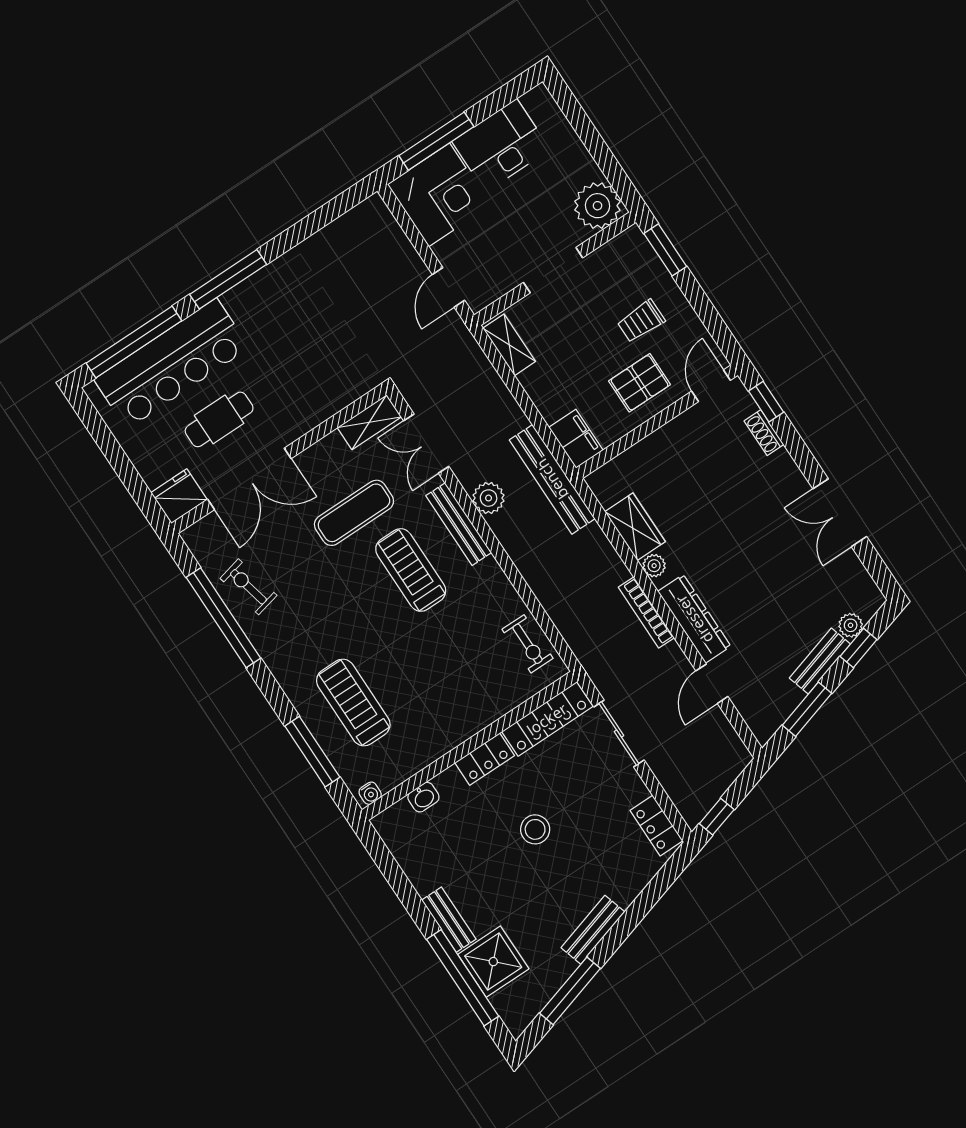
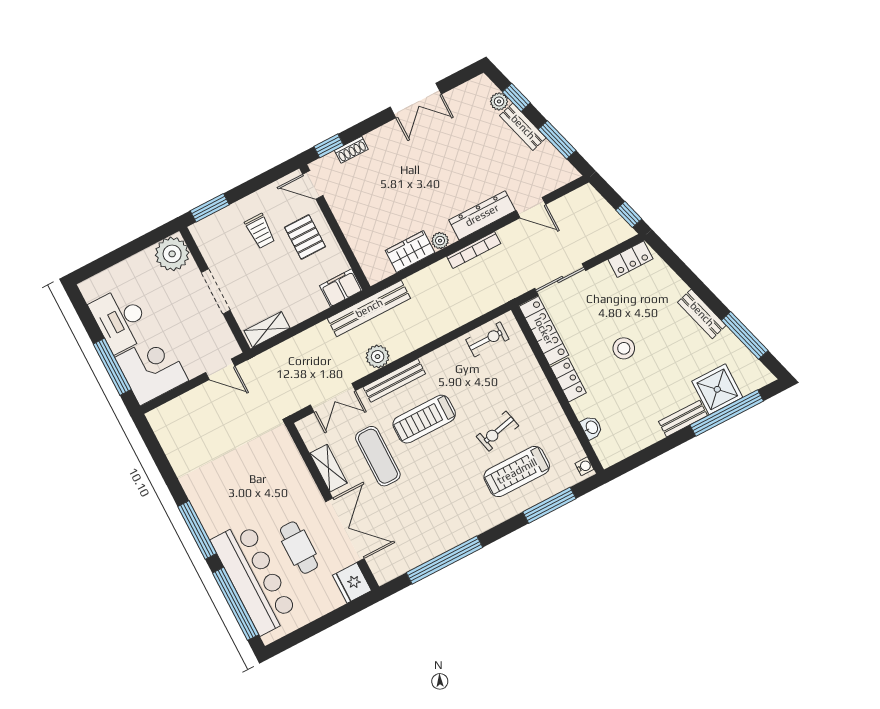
shelving: (369, 422) -> (329, 468), moved
exercise bike: (248, 587) -> (498, 431), moved

